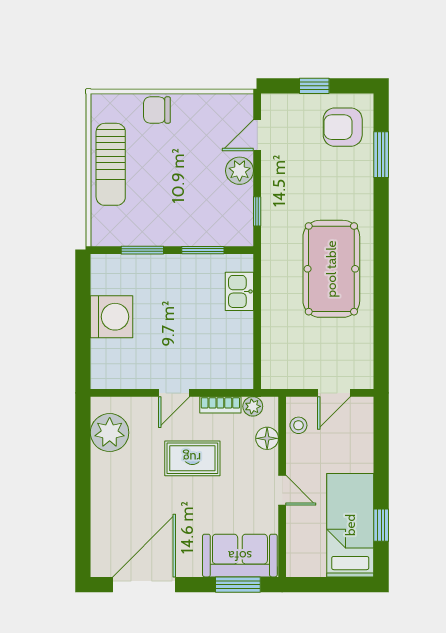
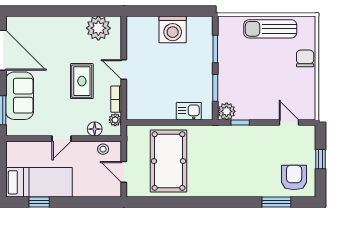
plant: (240, 171) -> (227, 111), moved
pool table: (331, 269) -> (168, 161), moved, turned 90
sofa: (240, 556) -> (20, 96), moved

